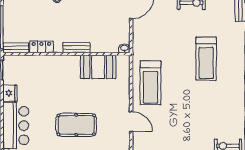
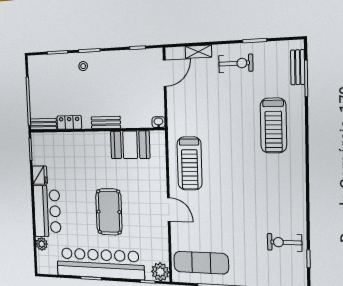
treadmill: (206, 59) -> (273, 126), moved
pool table: (76, 125) -> (109, 212), turned 90

